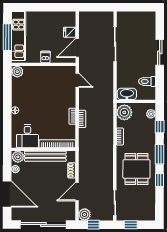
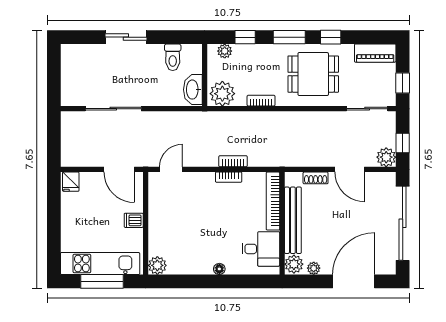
fridge: (70, 32) -> (71, 182), moved
piano: (149, 208) -> (375, 53), added

